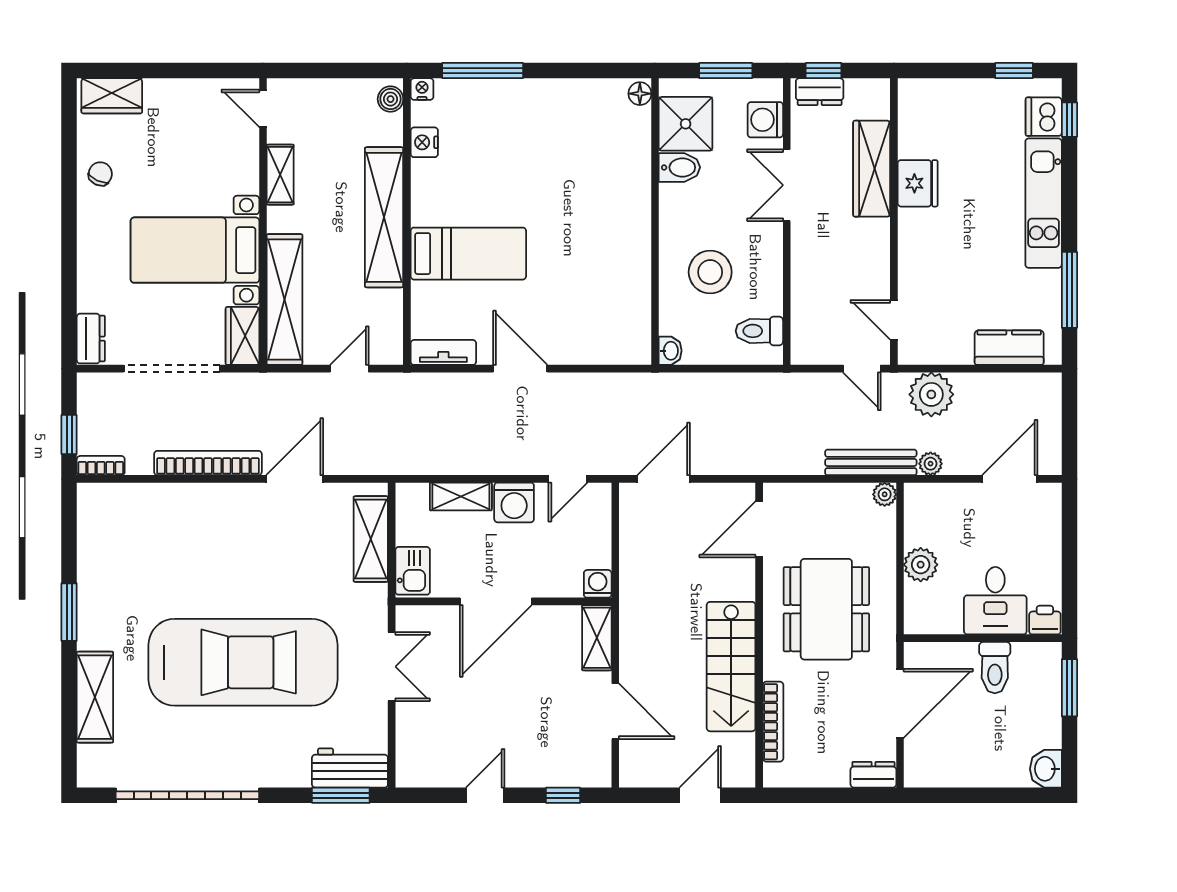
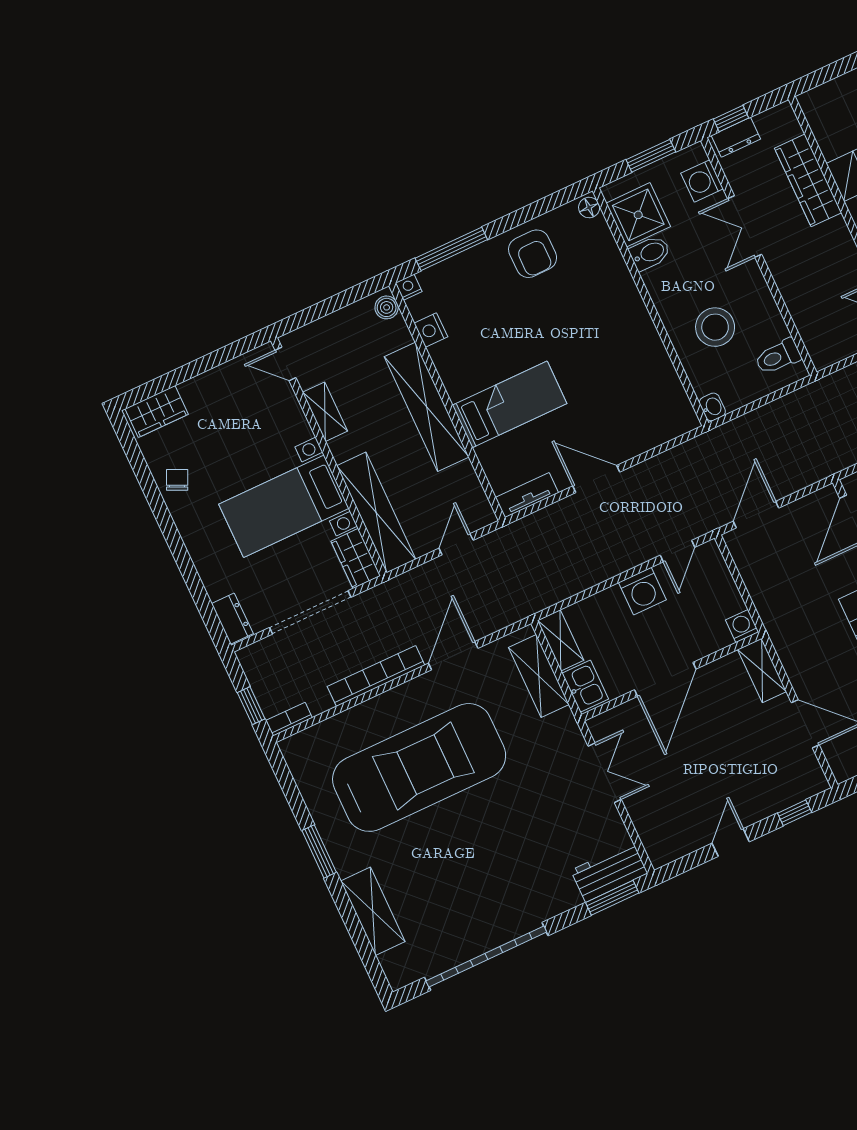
armchair: (562, 113) -> (533, 254), added
shelving: (461, 496) -> (561, 640), moved, turned 90
car: (243, 662) -> (419, 767), moved

